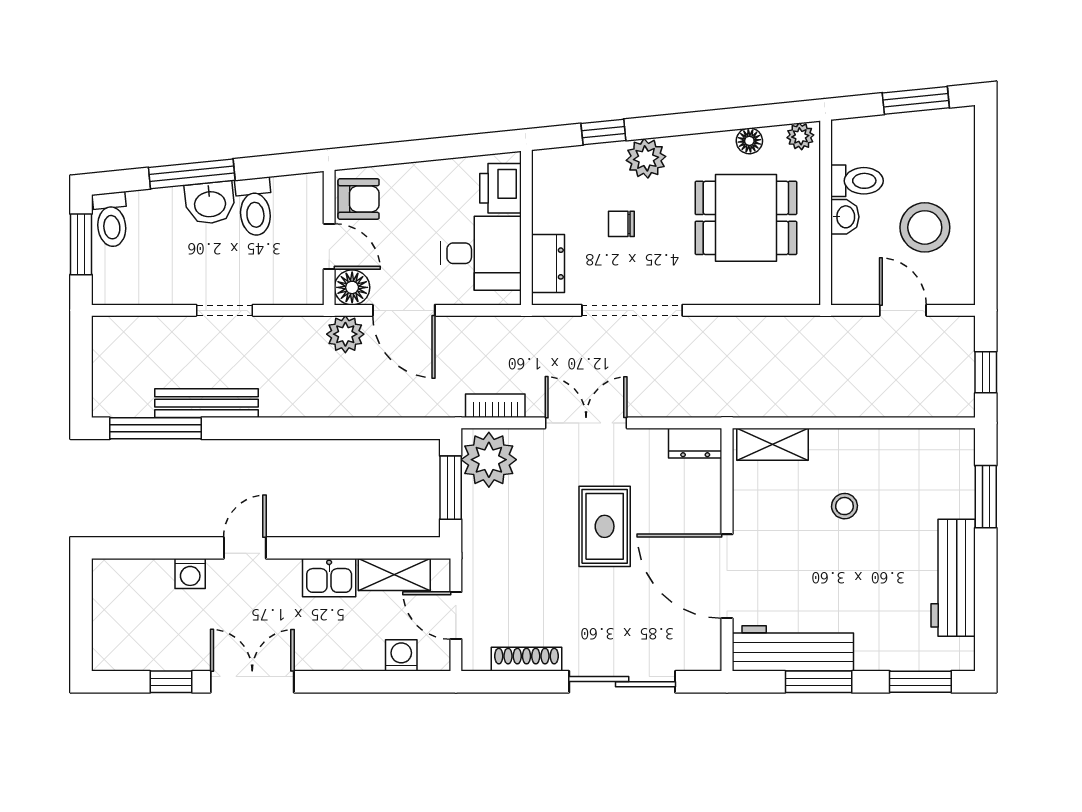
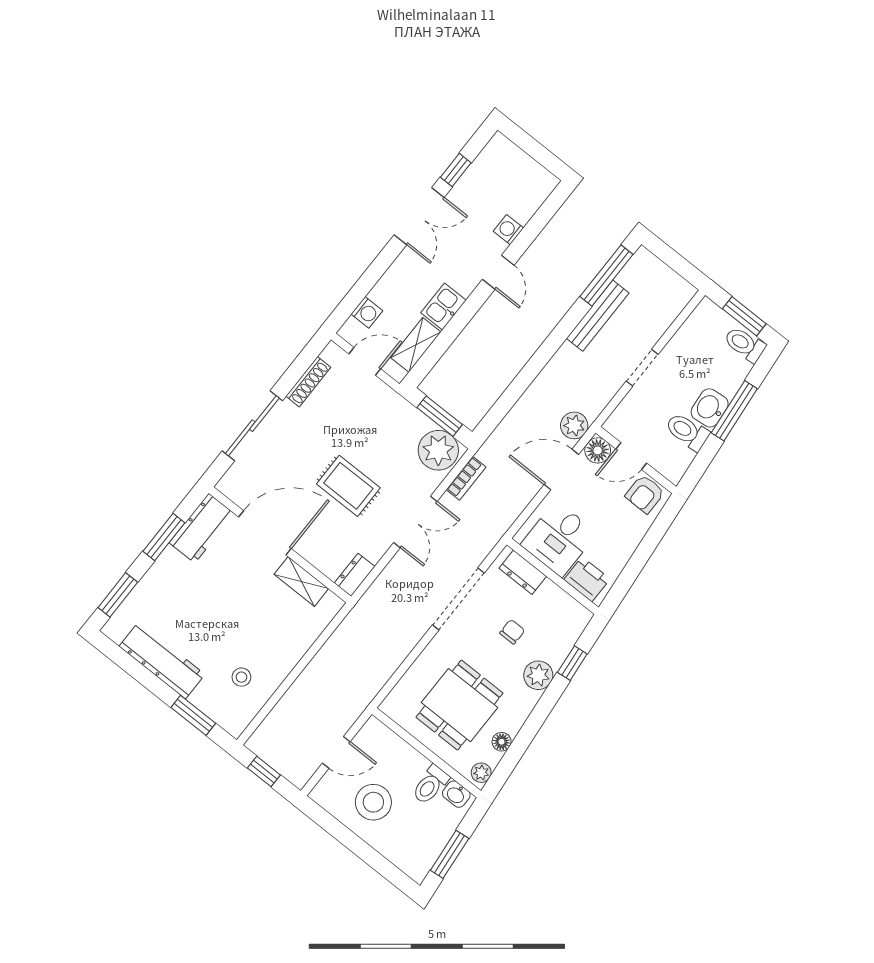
washbasin: (845, 217) -> (456, 794), moved
shelving: (772, 444) -> (301, 581), moved, turned 90
stool: (844, 506) -> (241, 677), moved
workbench: (793, 648) -> (202, 528), width x0.73

